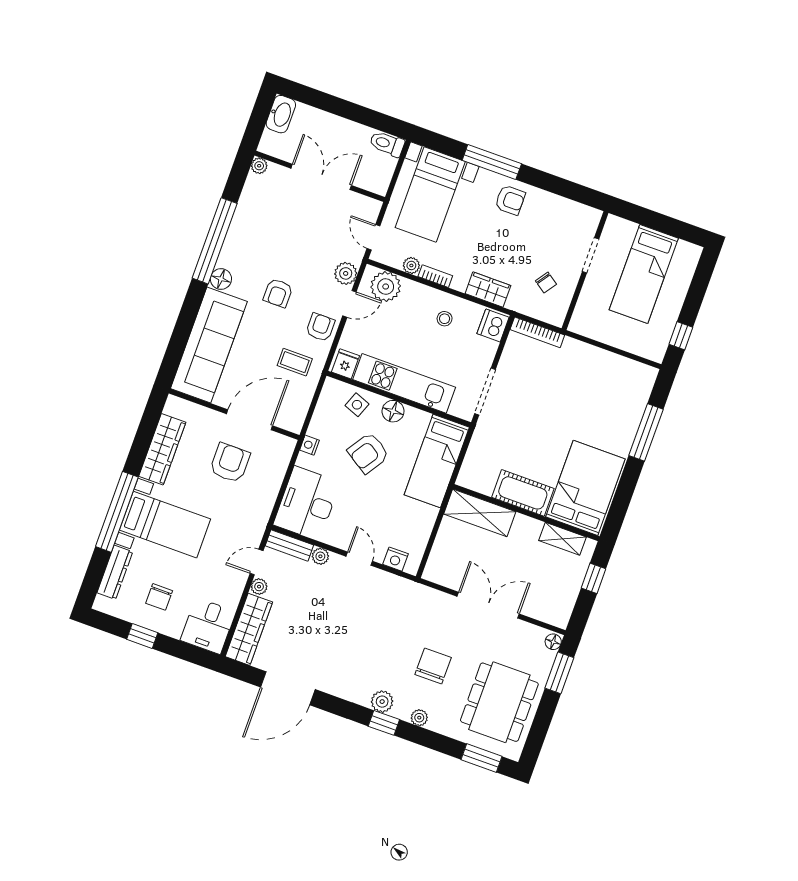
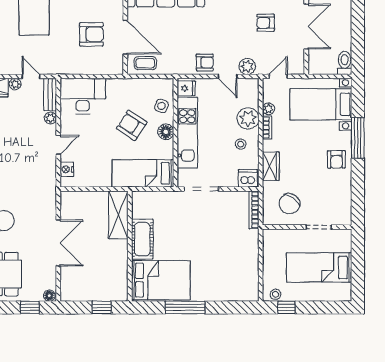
chair: (546, 283) -> (290, 204), width x1.87, depth x1.87
plant: (386, 287) -> (248, 119), moved
armchair: (278, 293) -> (266, 23), moved
stool: (658, 344) -> (275, 294), added
coffee table: (295, 362) -> (145, 63), moved, turned 90
window: (646, 432) -> (185, 307), moved
nightstand: (309, 445) -> (123, 84), removed
shelving: (562, 539) -> (121, 277), removed
window: (559, 673) -> (30, 307), width x0.67

